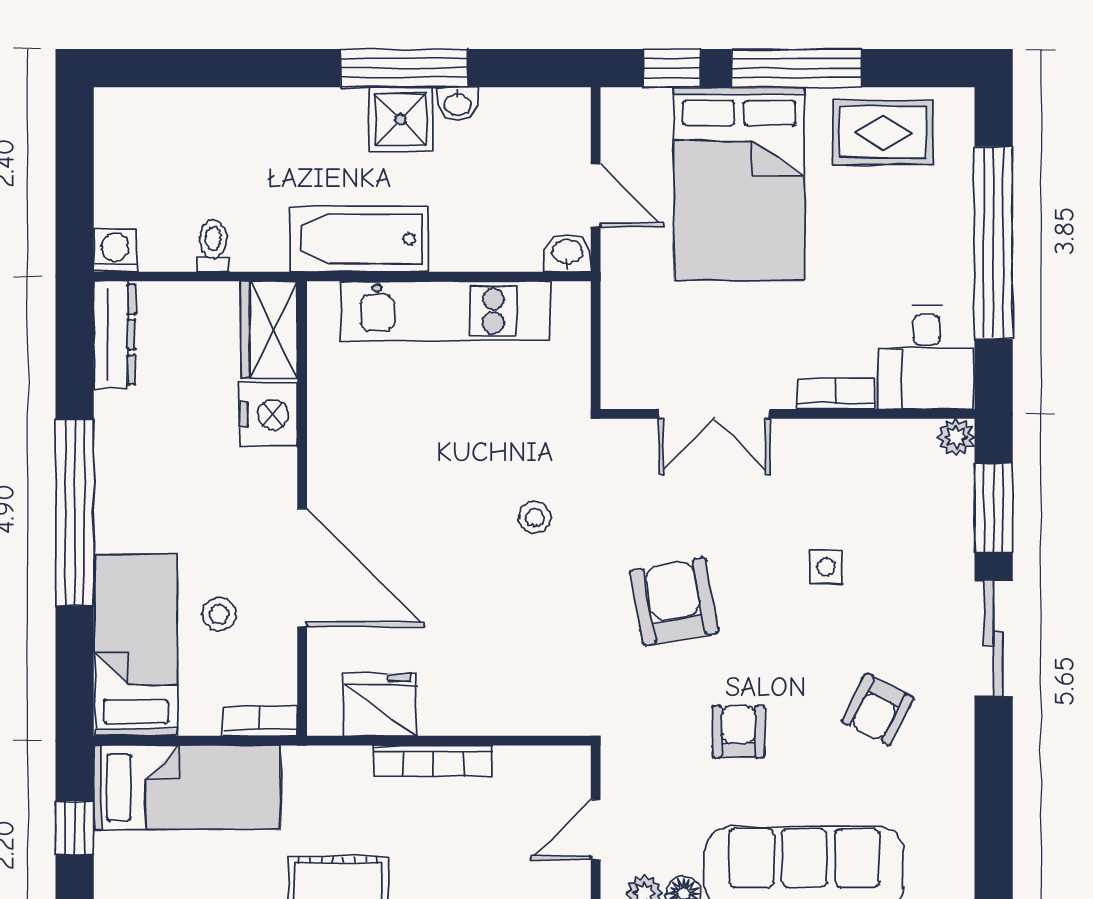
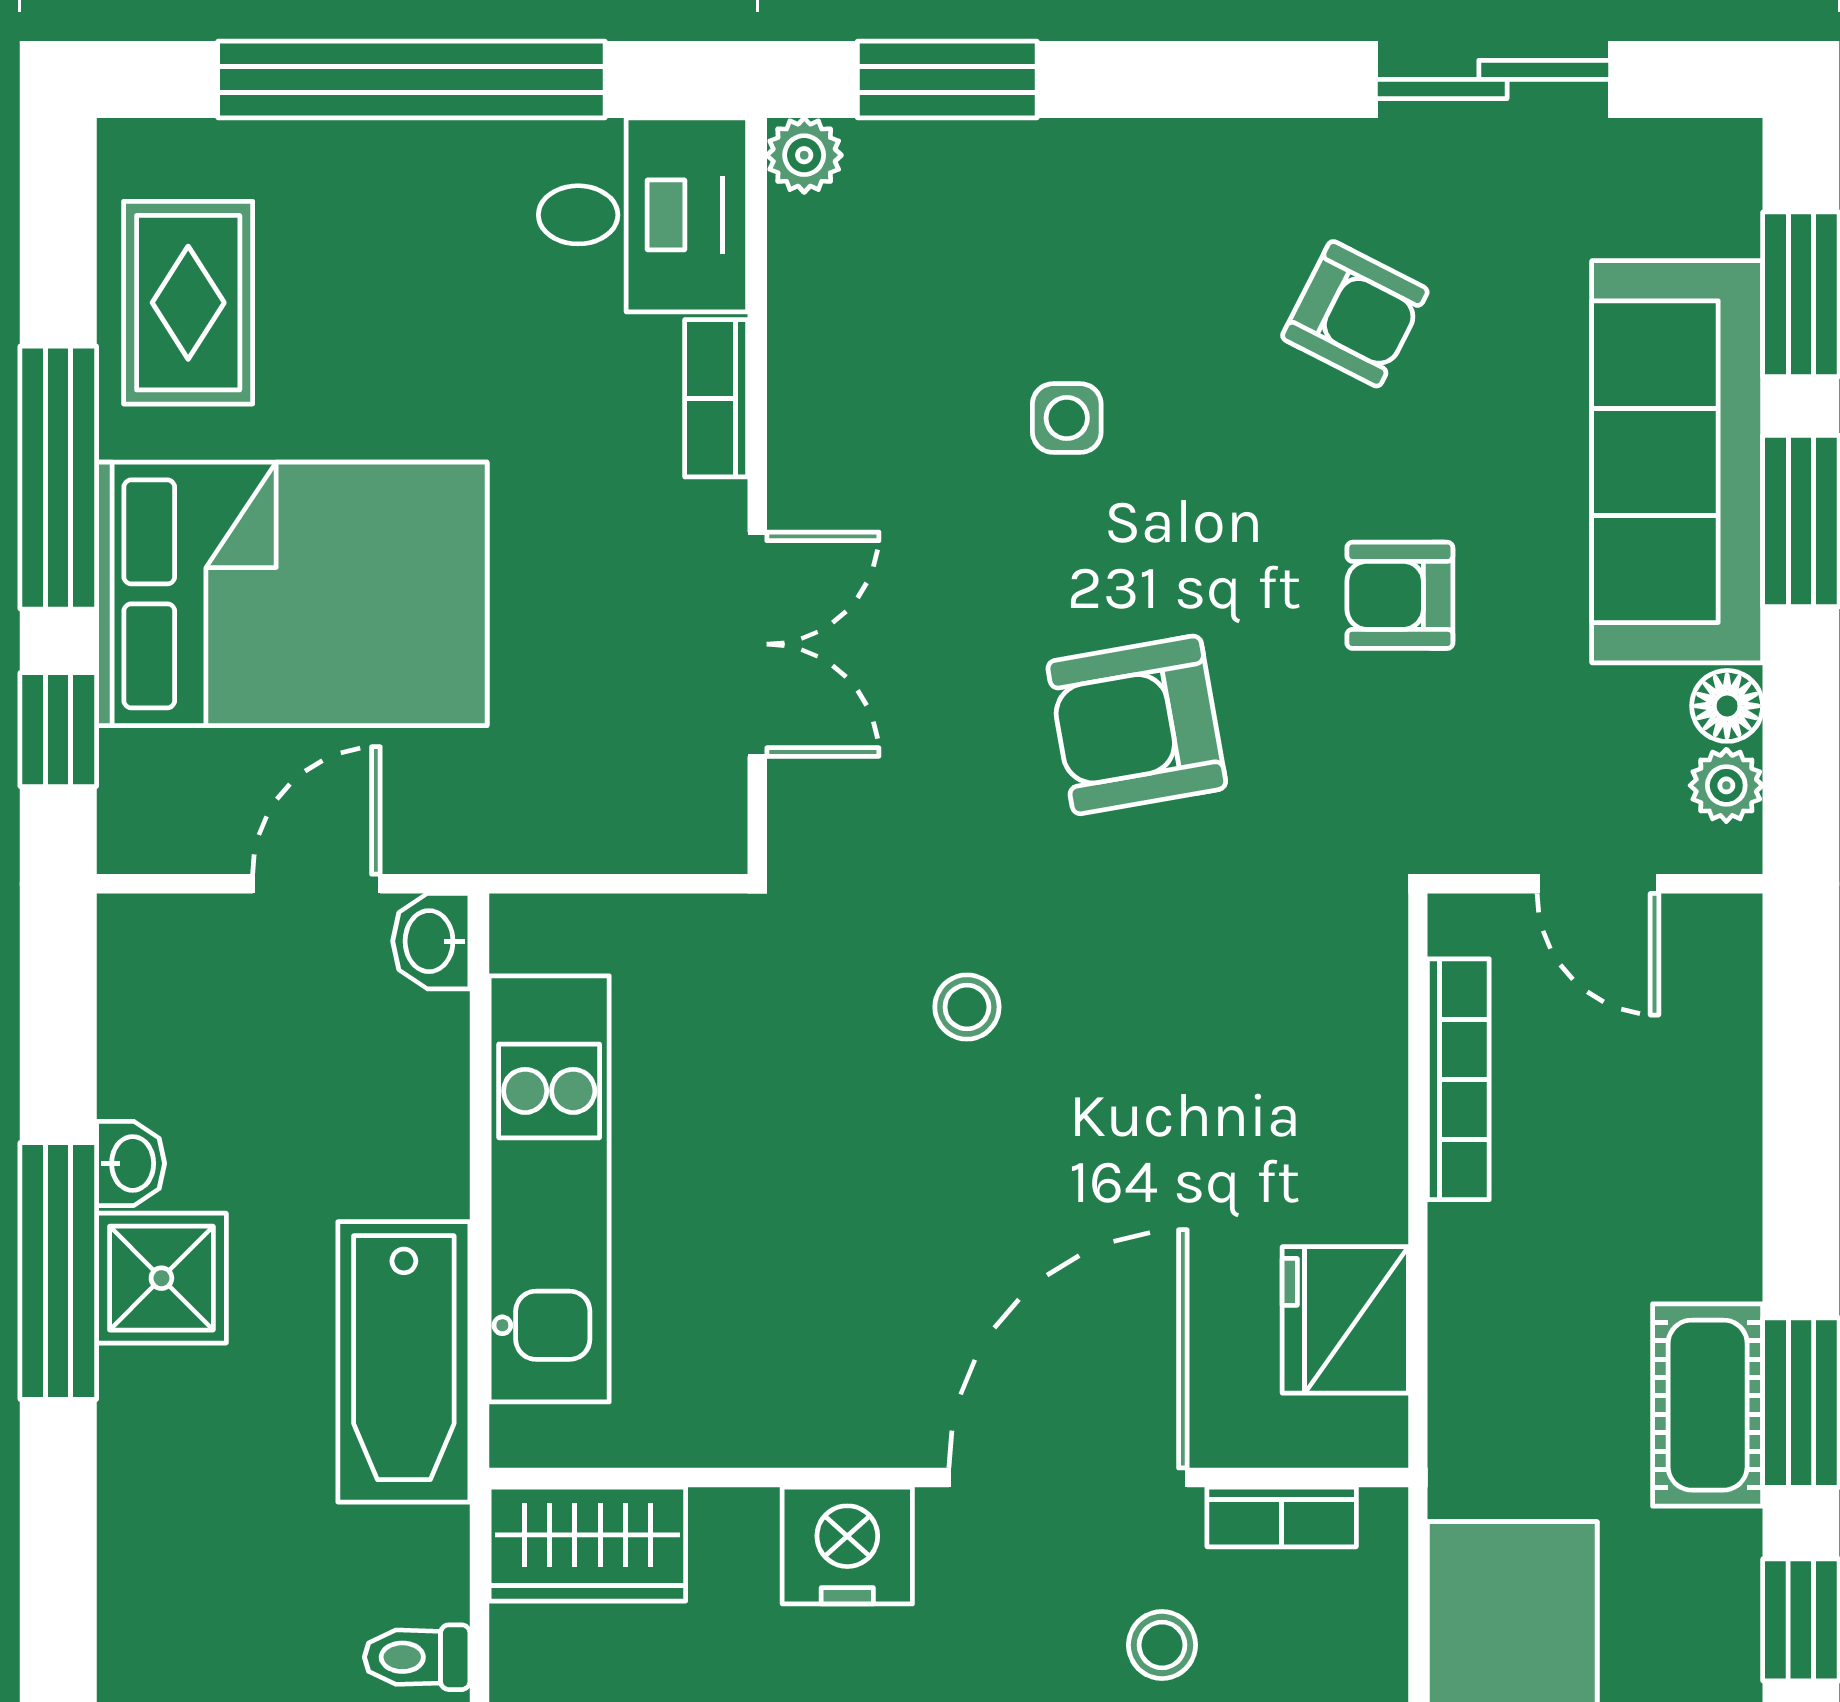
nightstand: (268, 414) -> (847, 1545), moved
sliding door: (994, 638) -> (1493, 79), moved
bookcase: (260, 721) -> (1282, 1517), moved, turned -90
bookcase: (433, 761) -> (1458, 1079), moved

